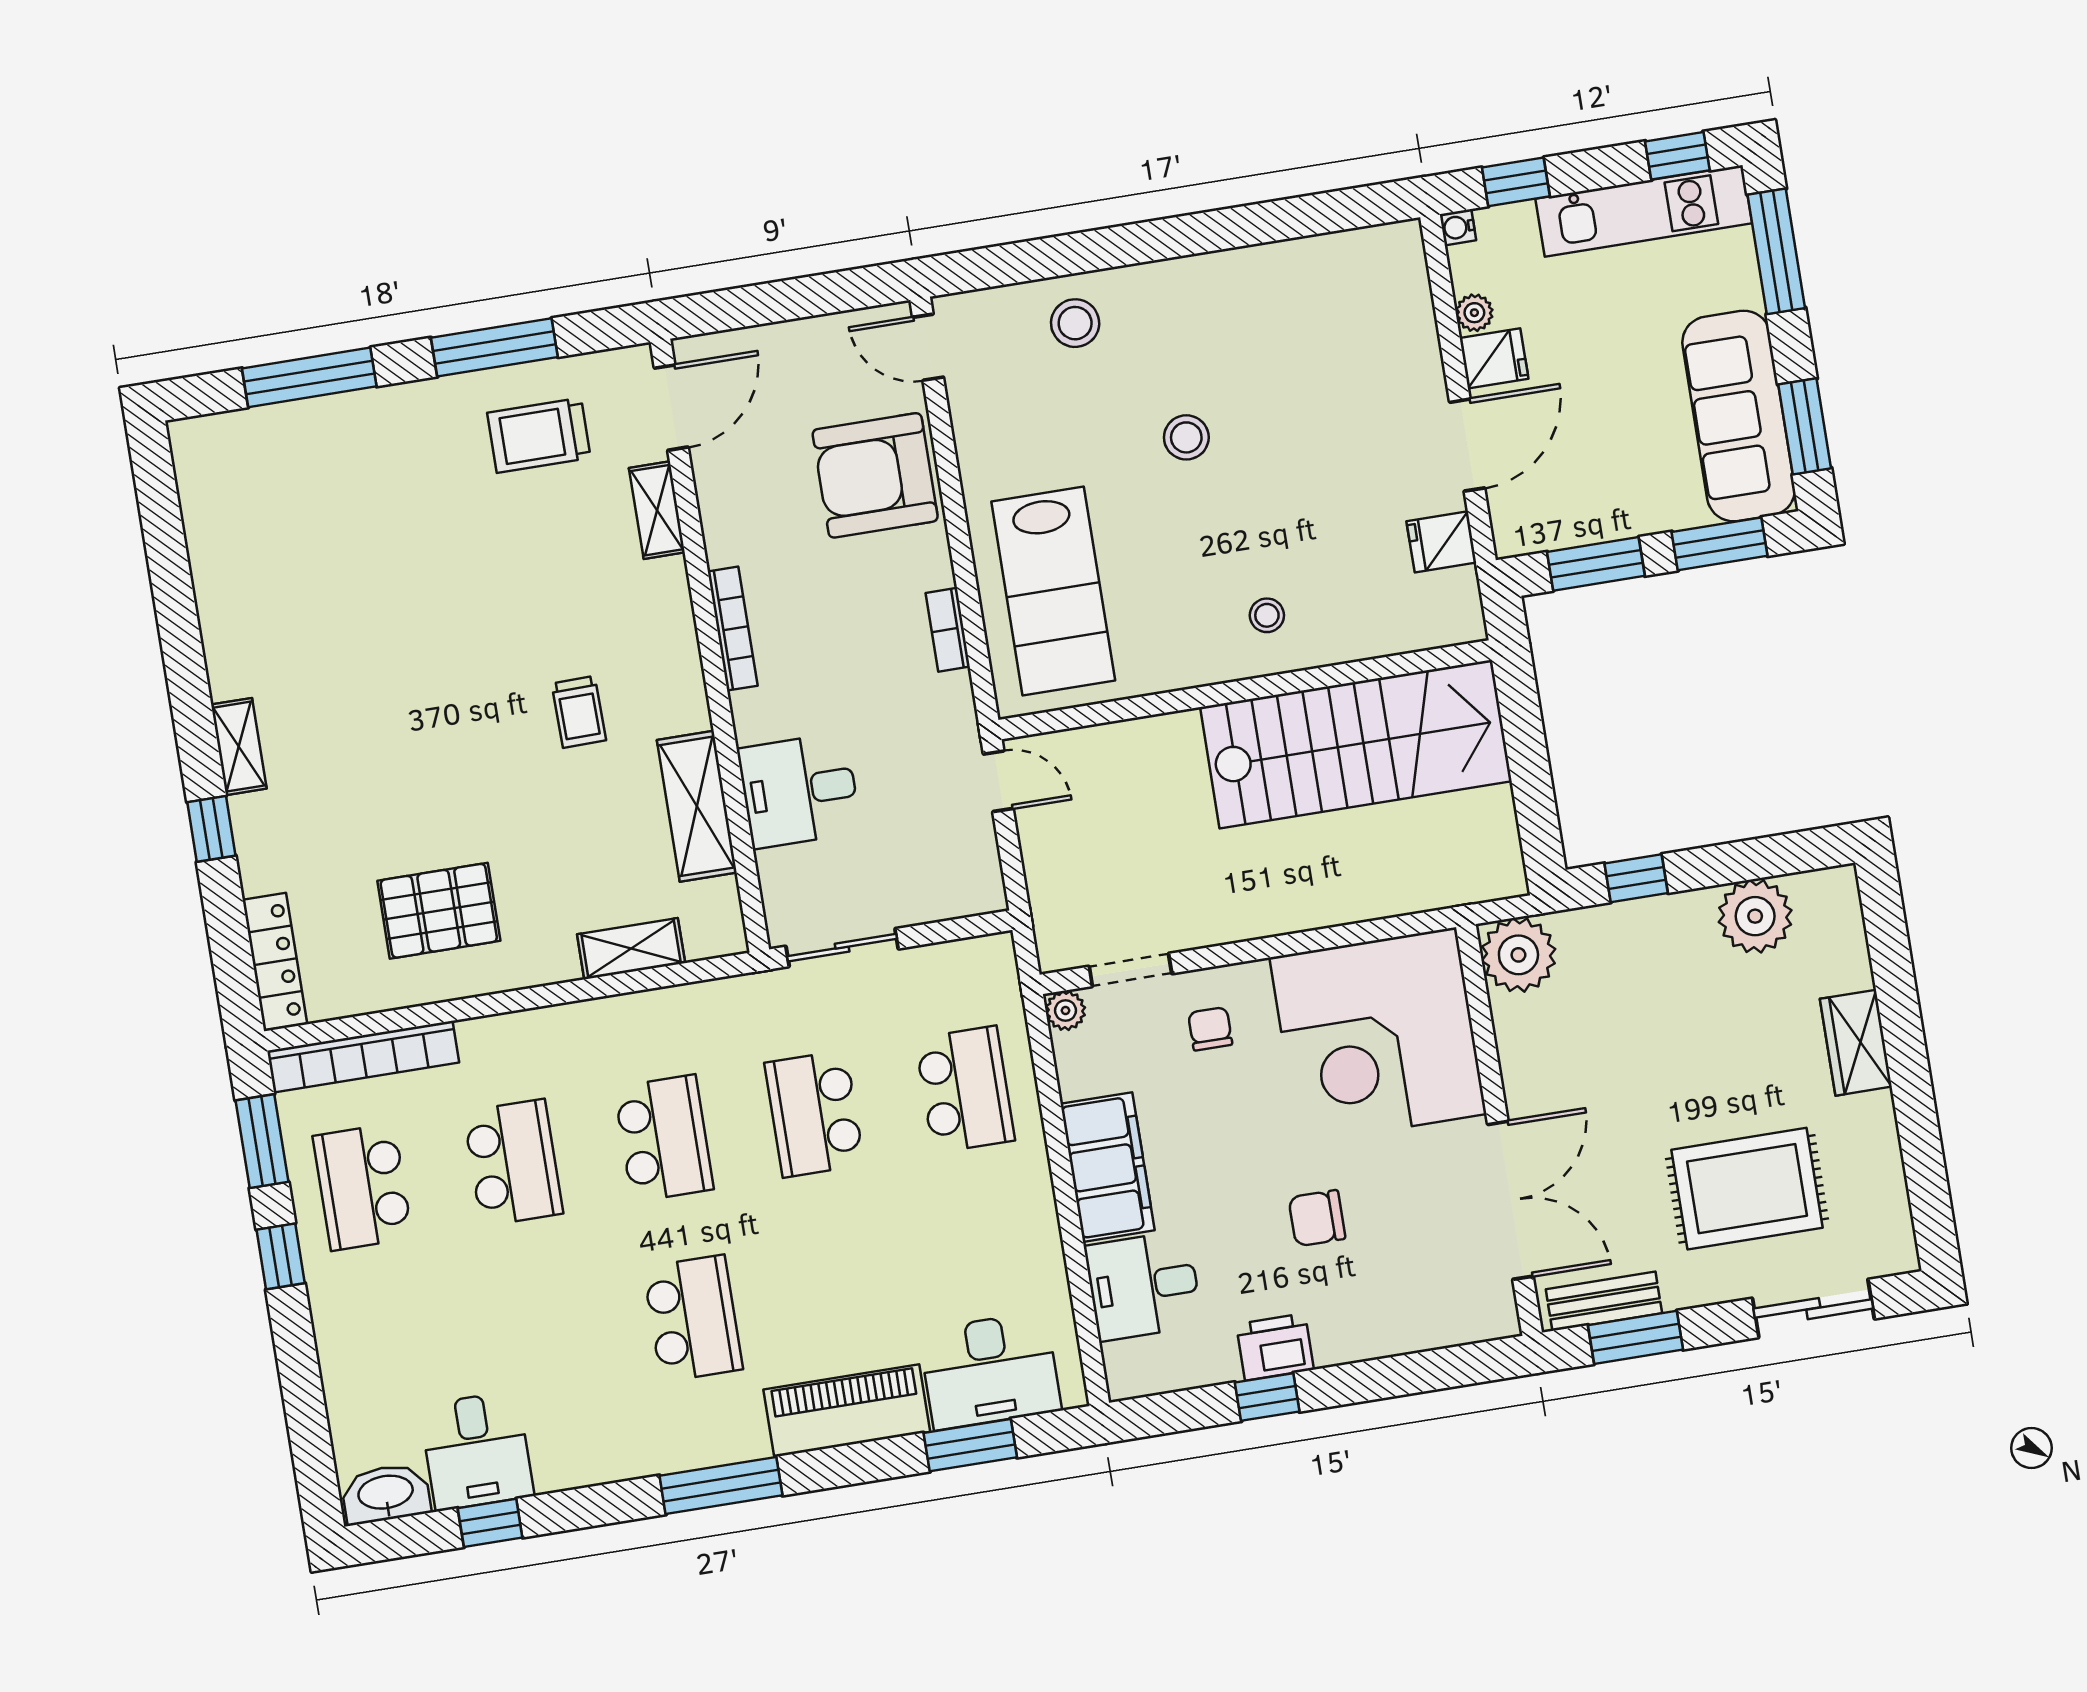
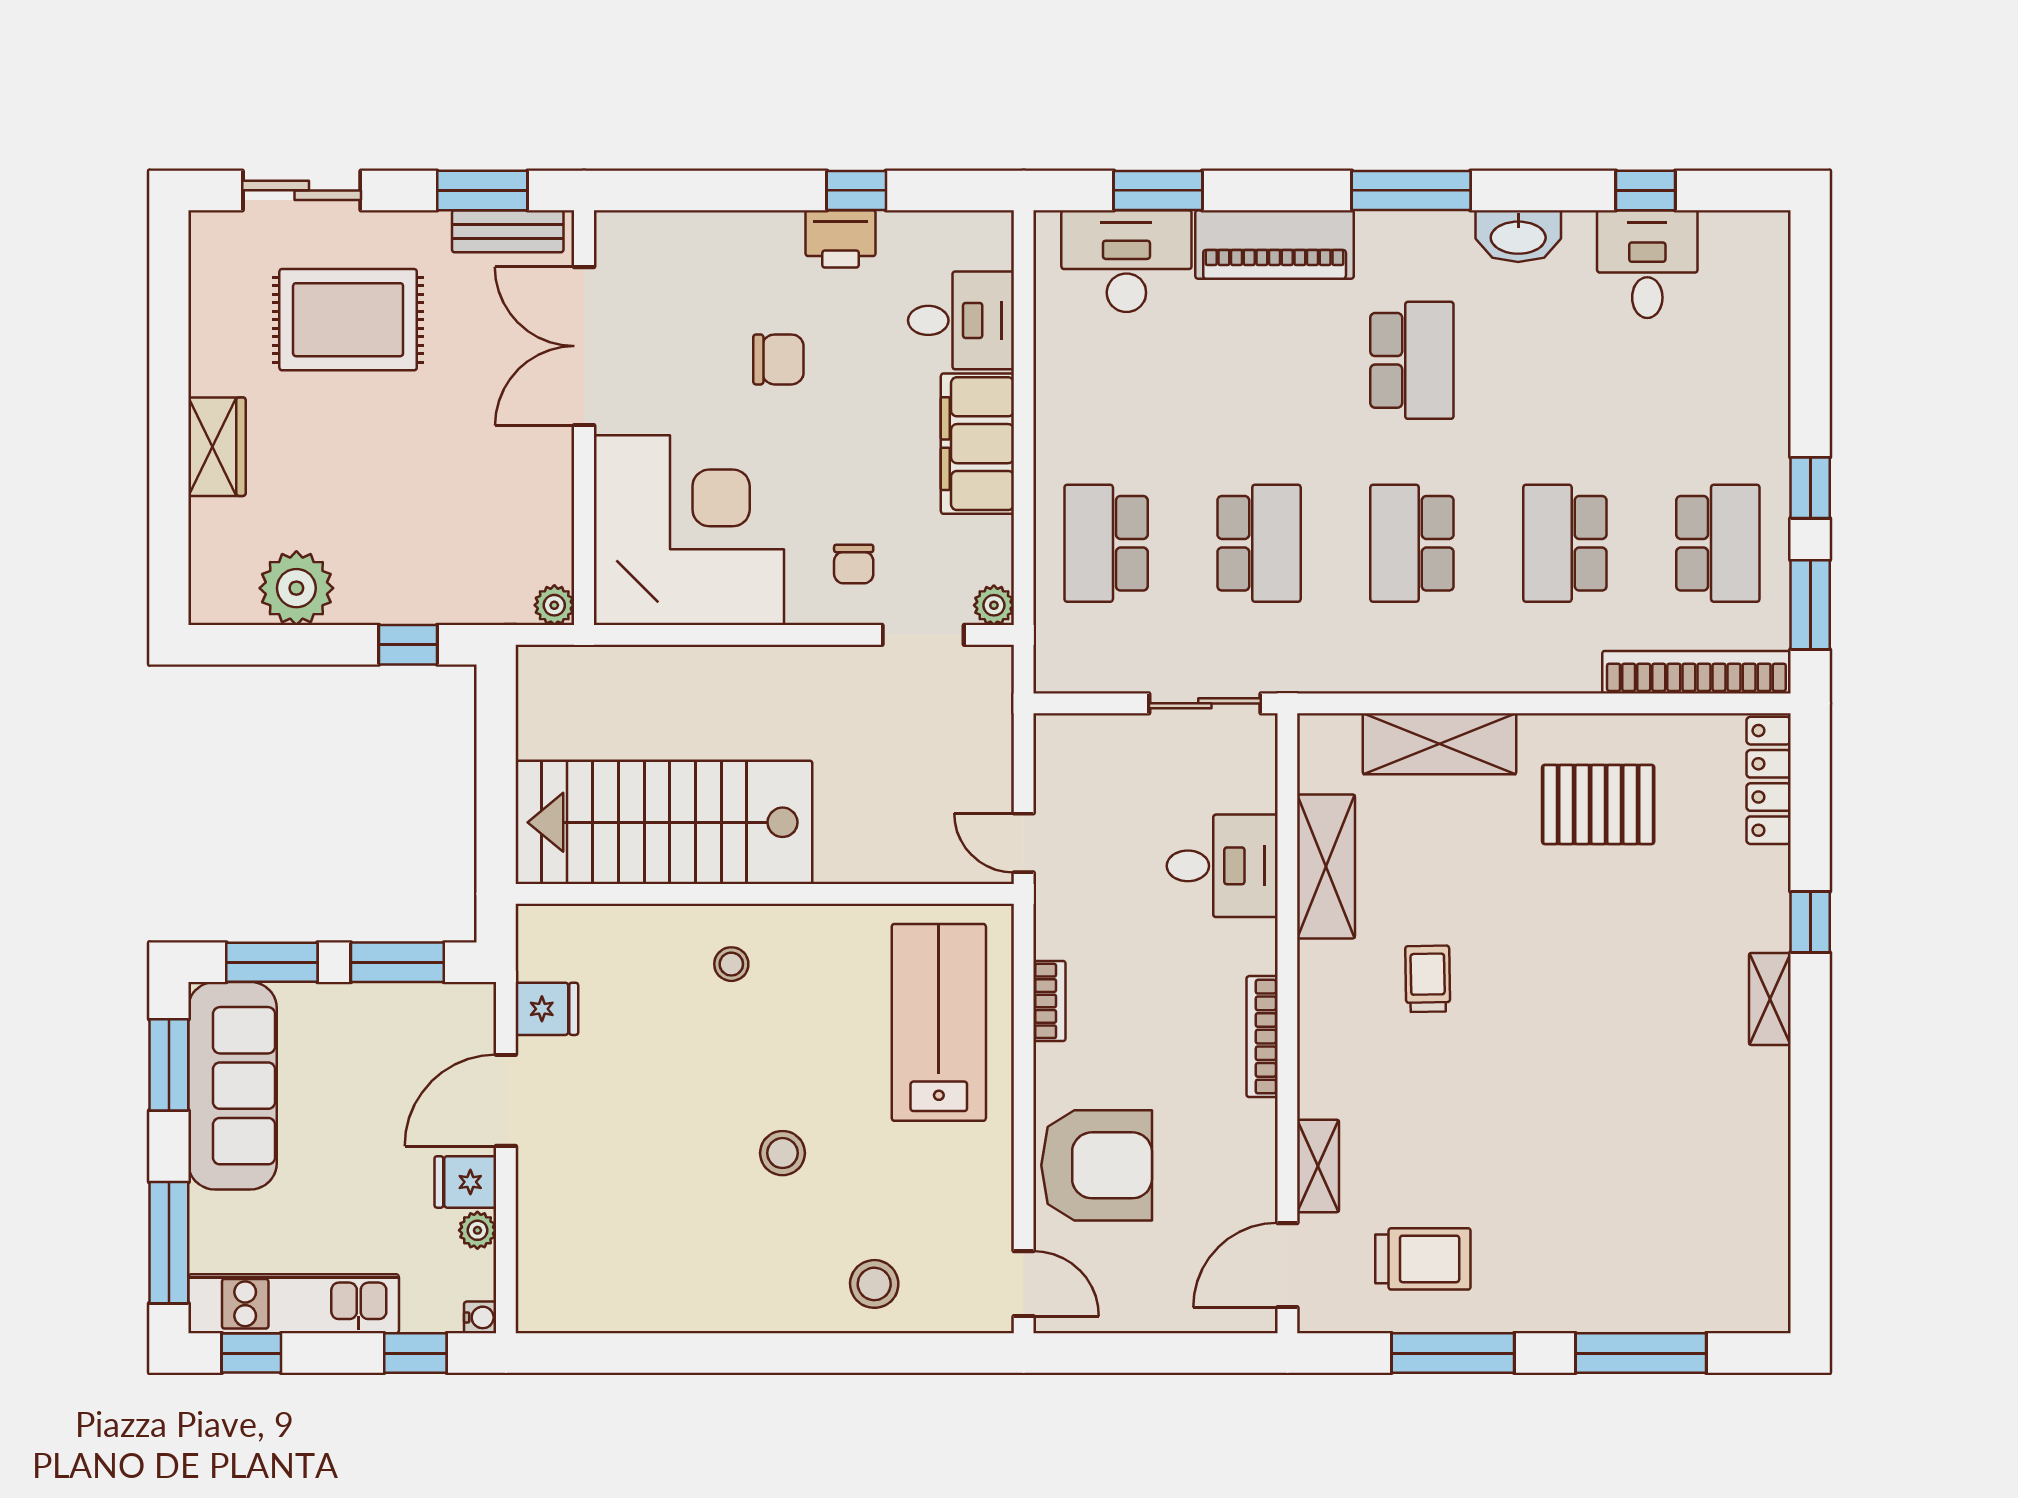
shelving: (631, 949) -> (1440, 744), width x1.50, depth x1.33
plant: (1518, 955) -> (554, 605), width x0.53, depth x0.53
school desk: (693, 1318) -> (1412, 360), turned 180
washbasin: (386, 1494) -> (1518, 236), moved

